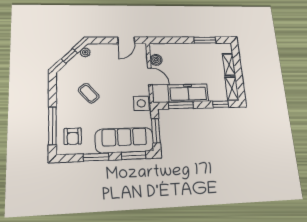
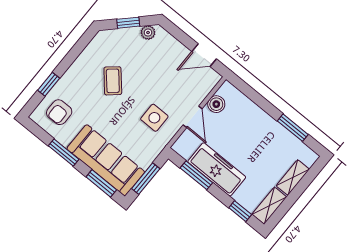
side table: (141, 103) -> (154, 118), moved
window: (52, 126) -> (49, 84), width x0.46

